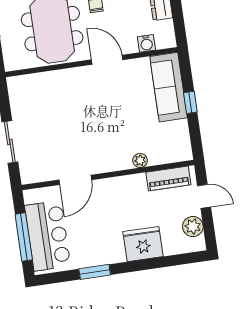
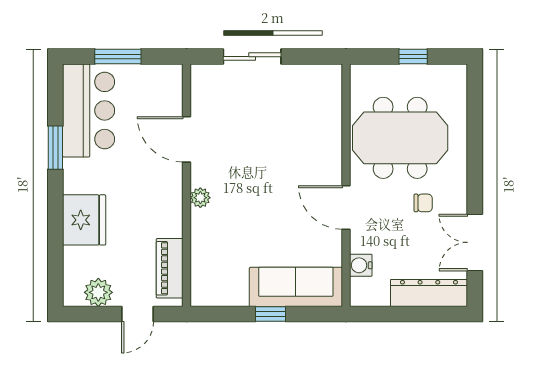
door: (107, 60) -> (346, 207), swing flipped
plant: (140, 160) -> (200, 198), moved
bar counter: (48, 236) -> (89, 110), moved, turned -90
window: (24, 237) -> (118, 57), width x0.69

